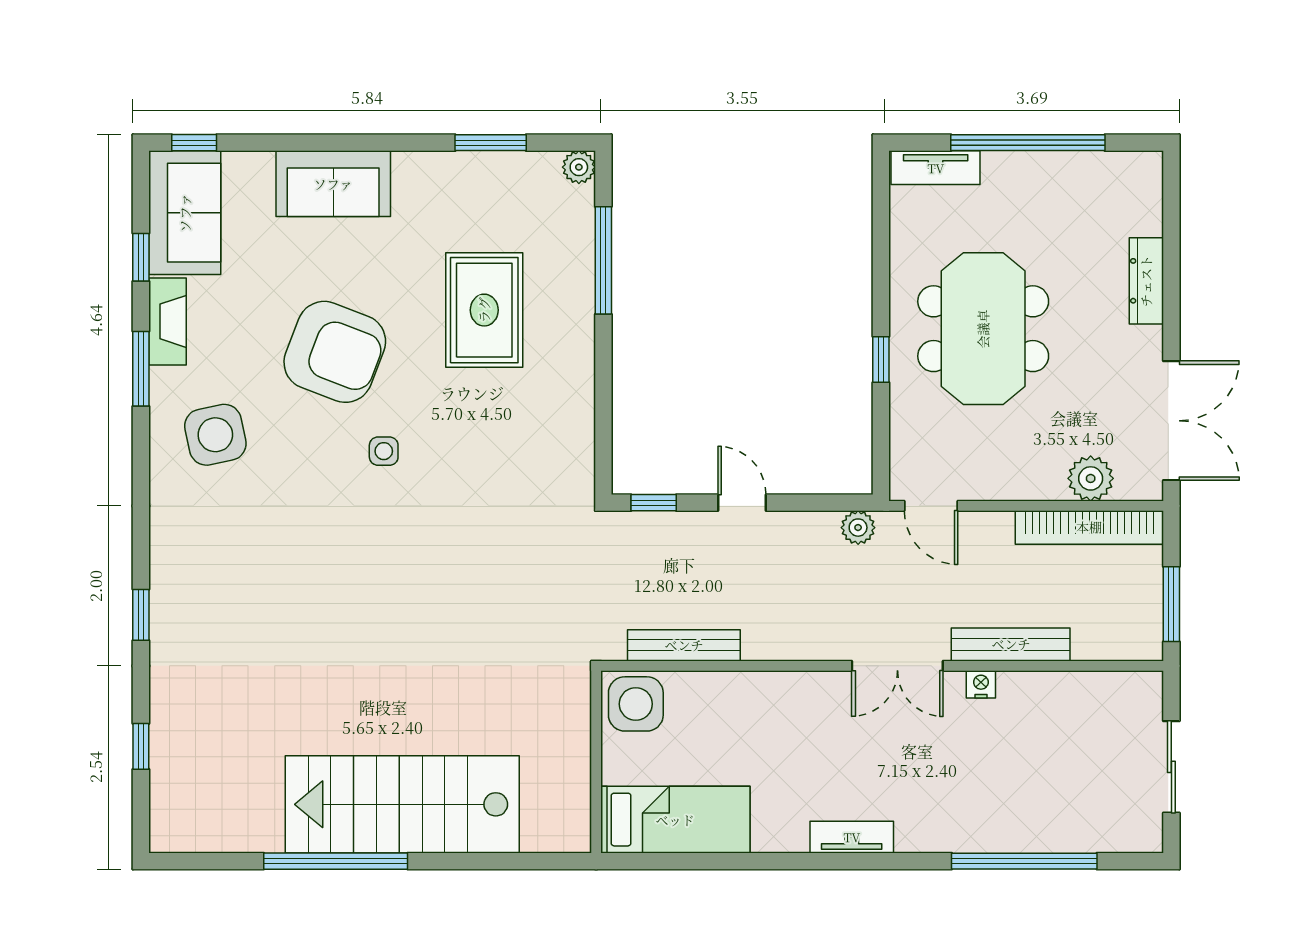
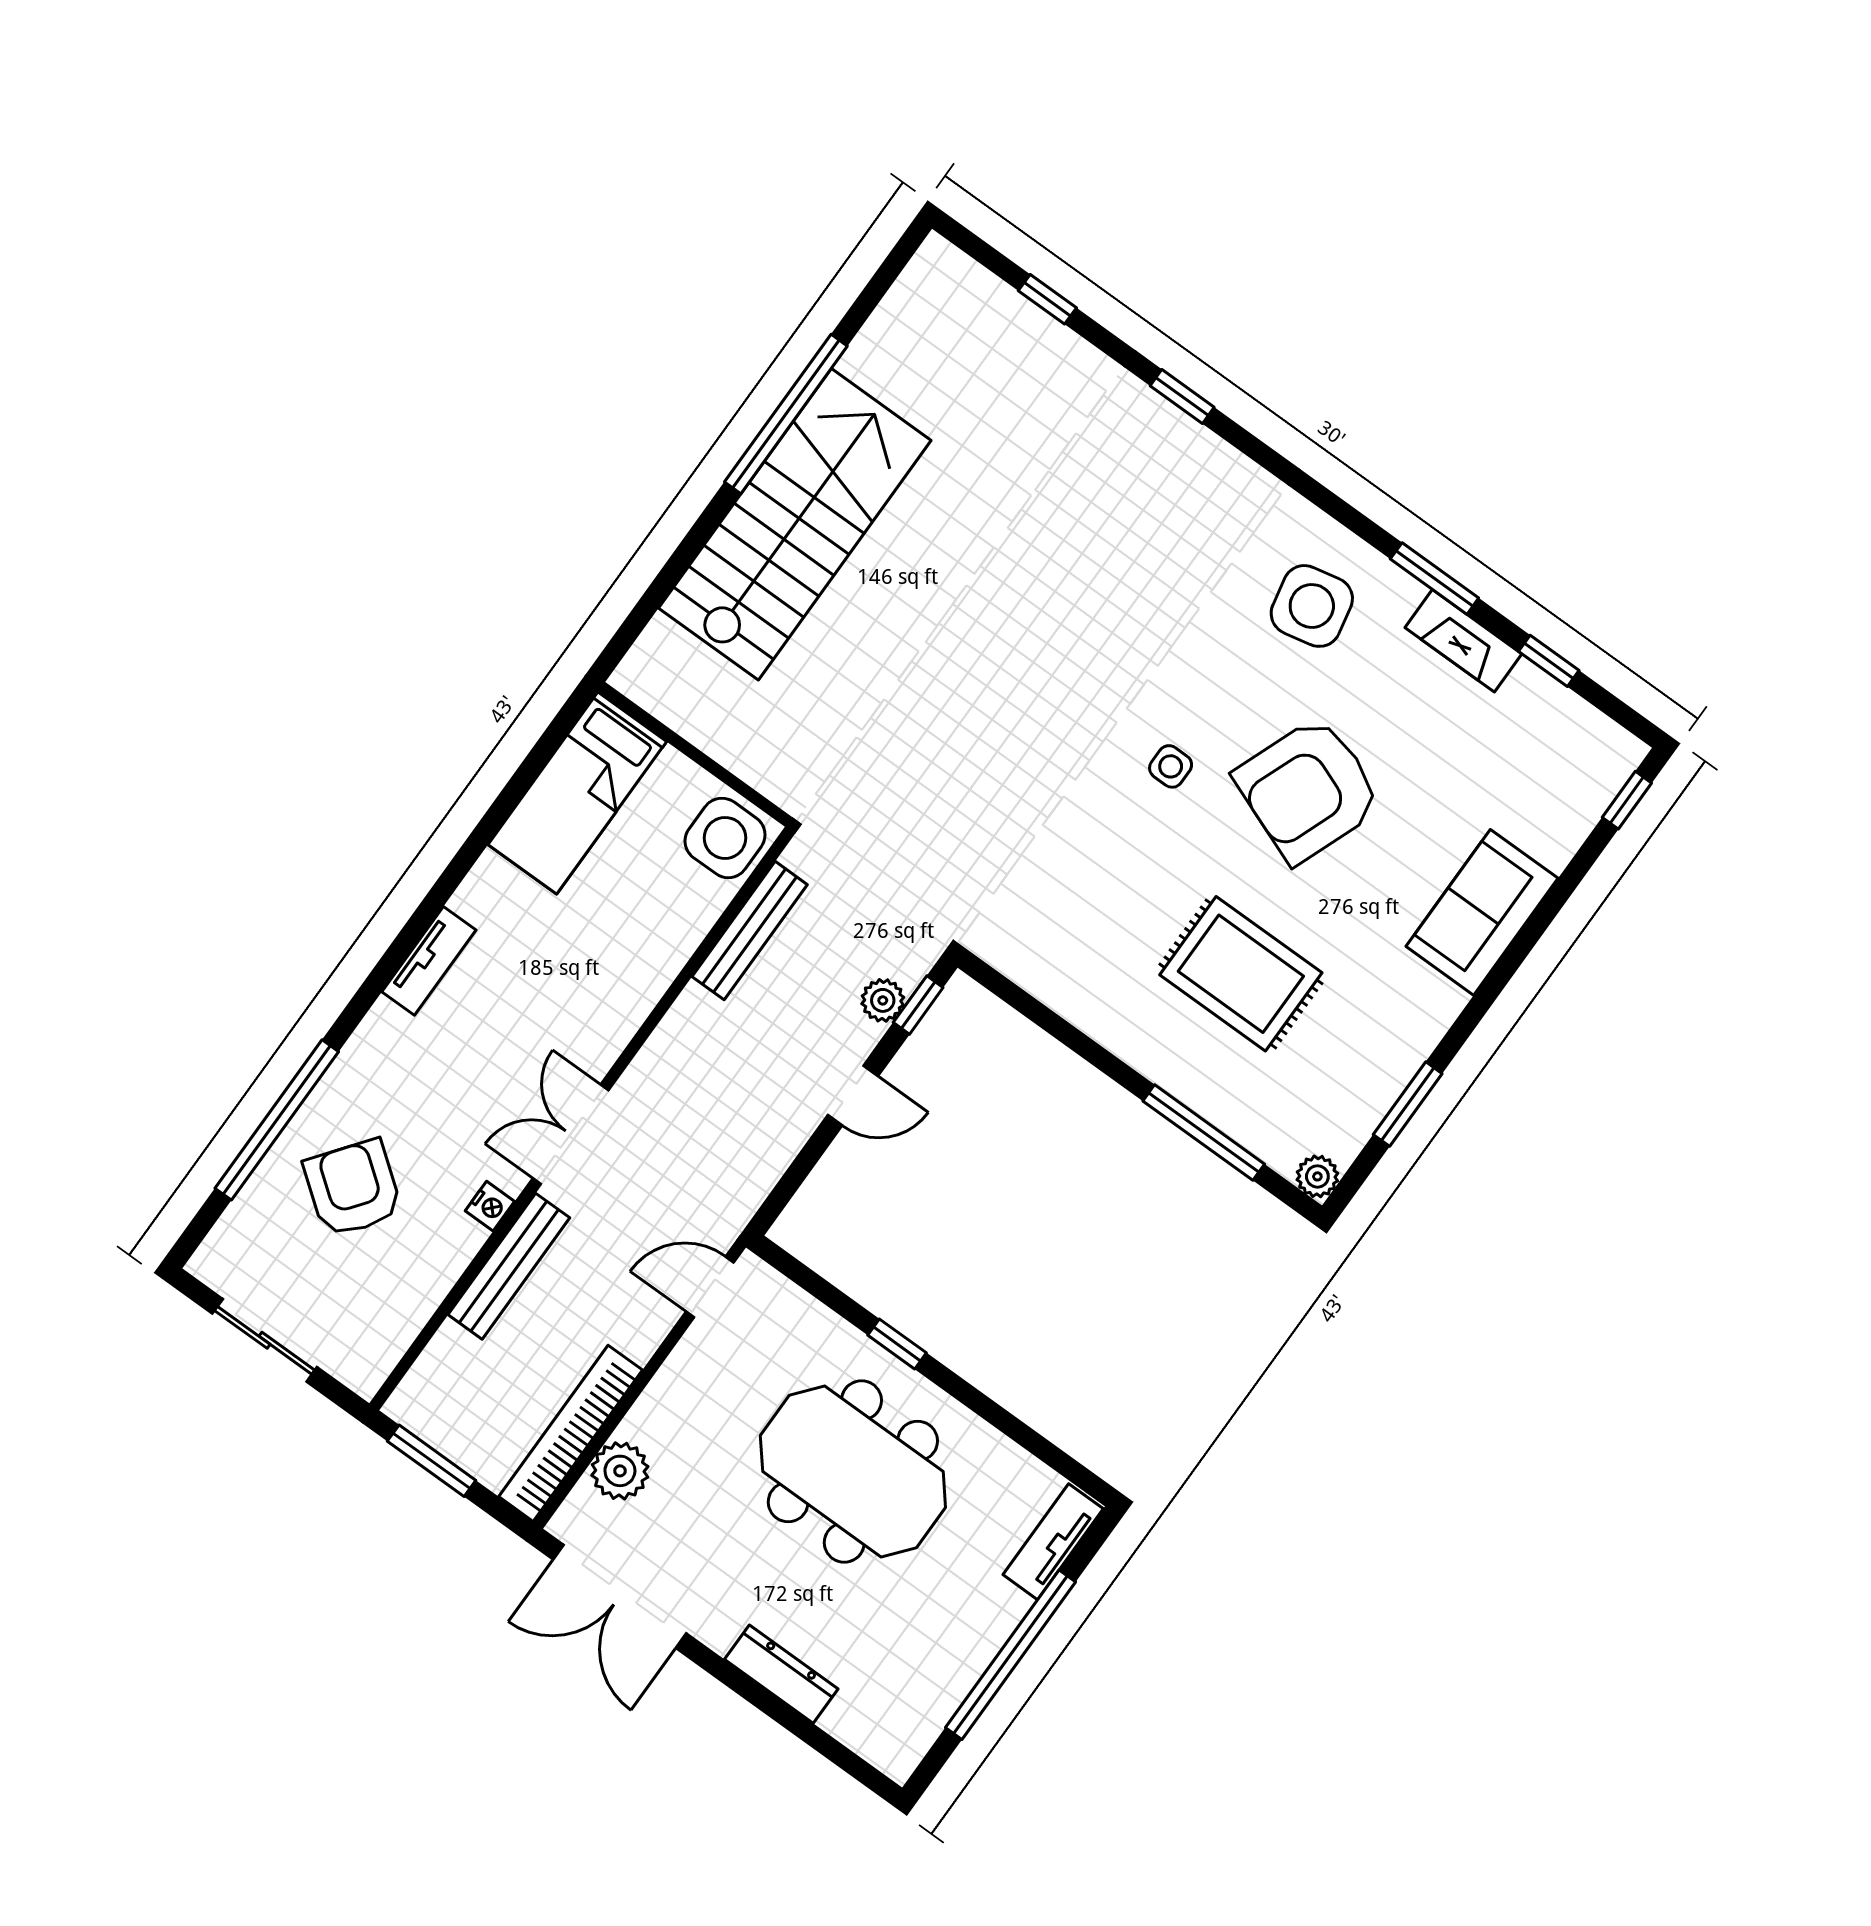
sofa: (185, 213) -> (1562, 739), removed
plant: (858, 528) -> (883, 1000), moved
armchair: (1033, 781) -> (353, 1188), added

